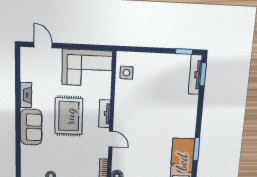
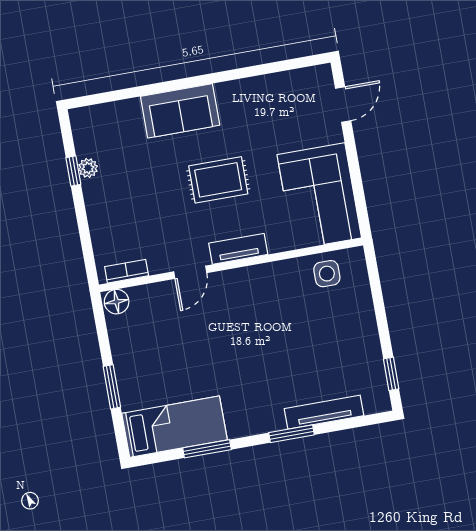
window: (203, 74) -> (291, 434), moved
tv unit: (195, 75) -> (324, 412), moved
fireplace: (26, 95) -> (241, 89), removed
rug: (69, 116) -> (218, 180), width x0.73, depth x0.70

